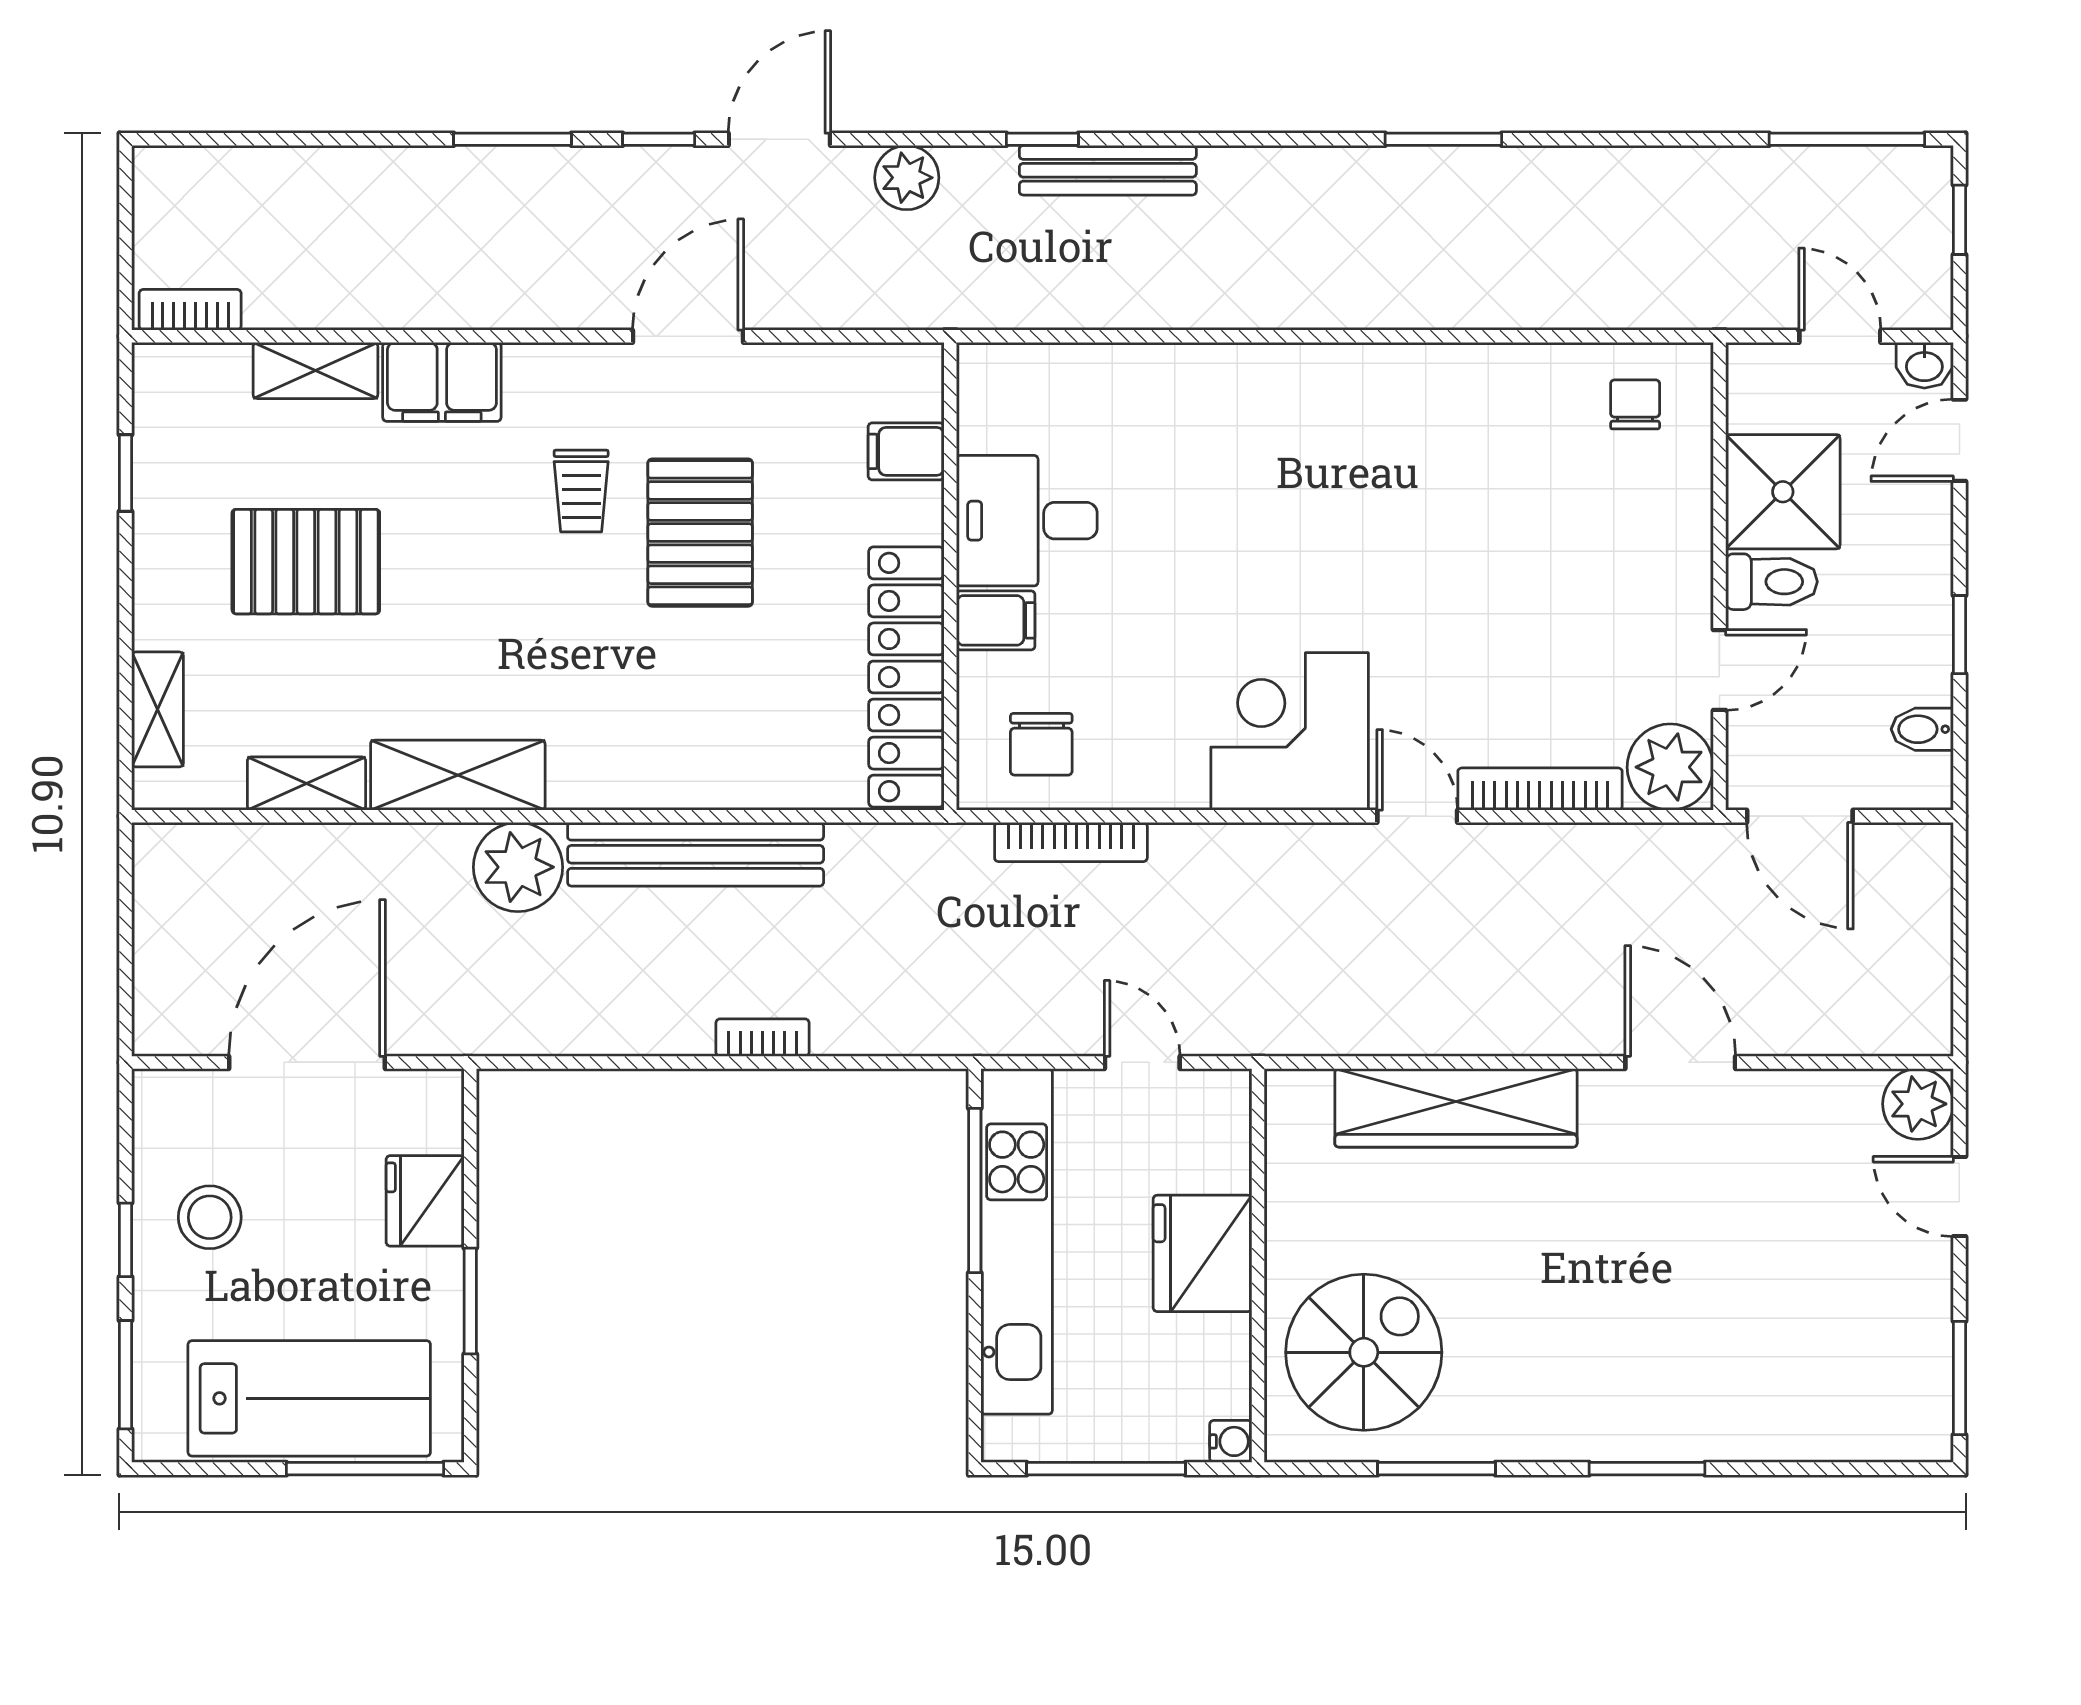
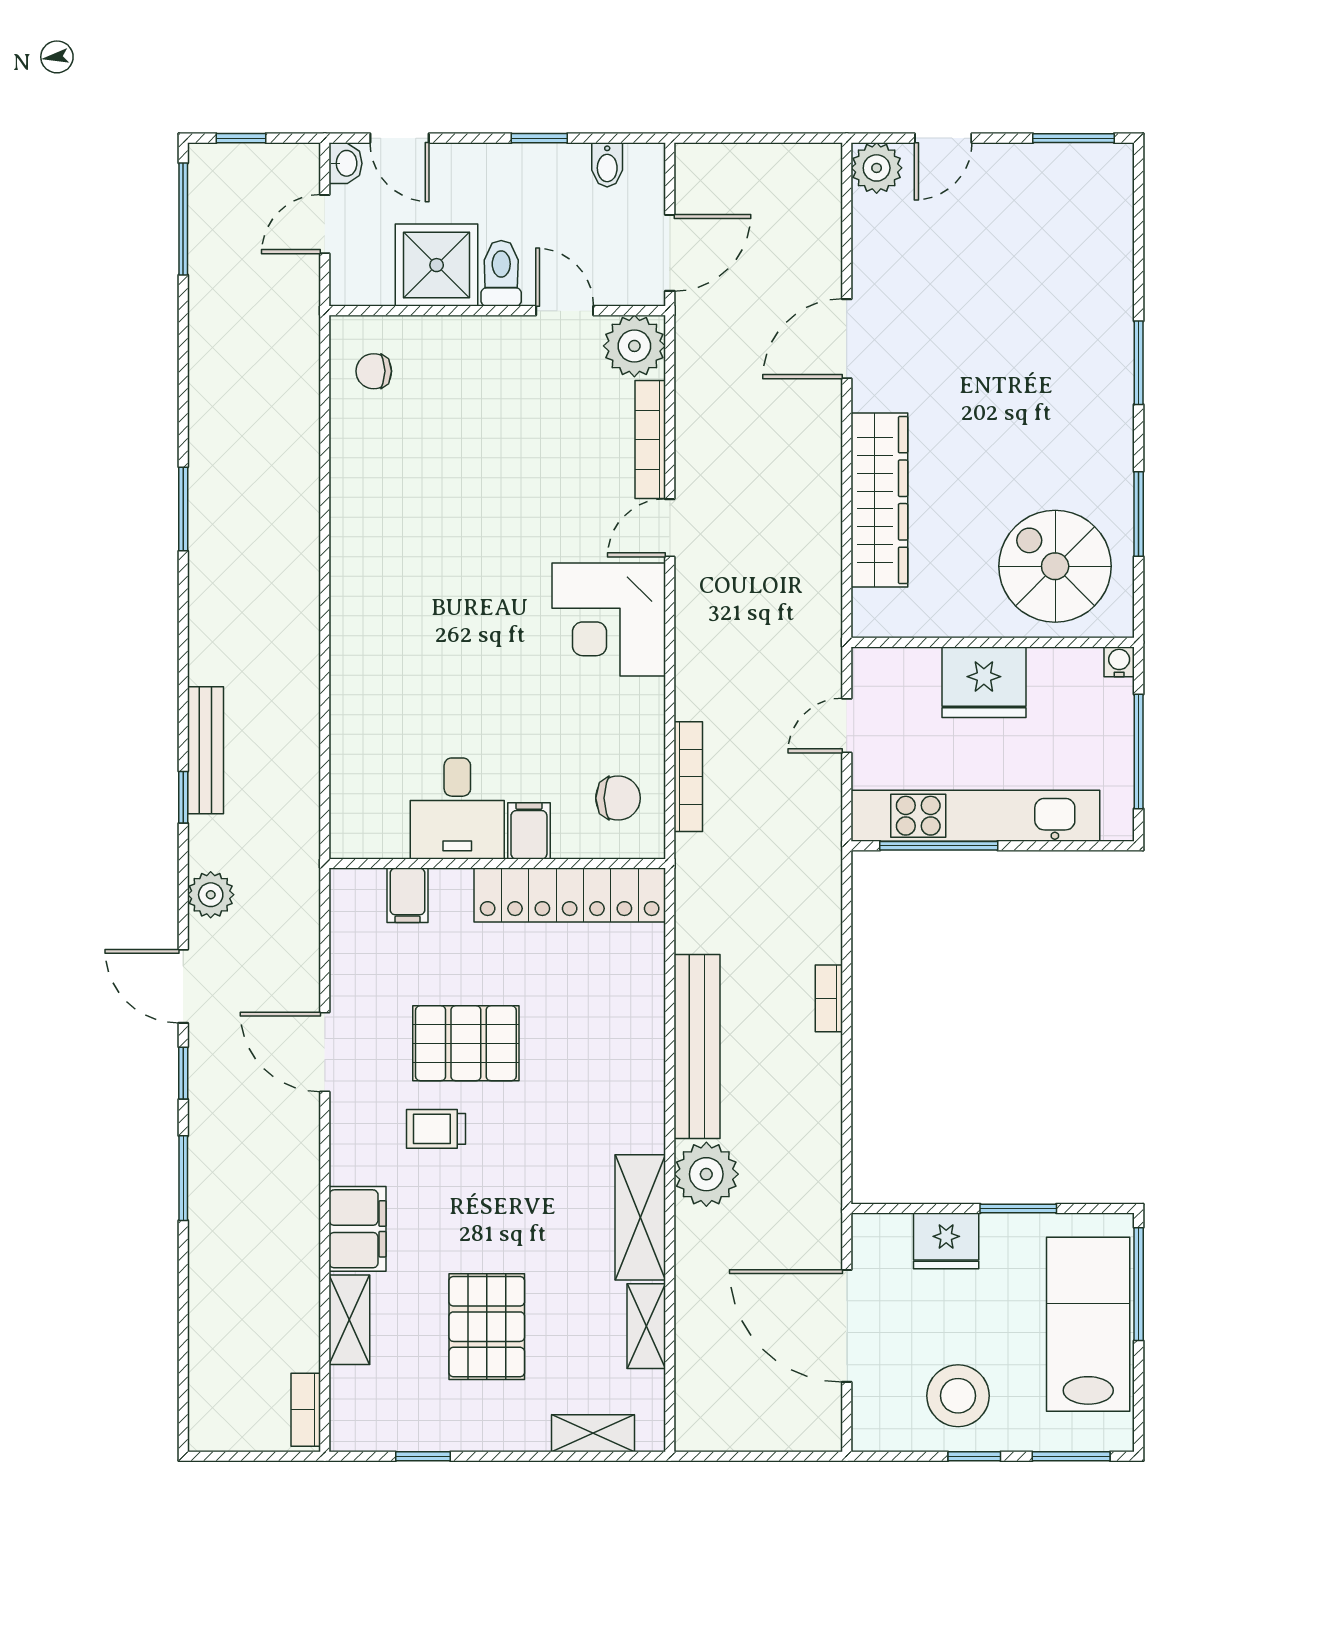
trolley: (581, 491) -> (436, 1129), turned 180
stool: (210, 1217) -> (958, 1396), width x1.38, depth x1.38

